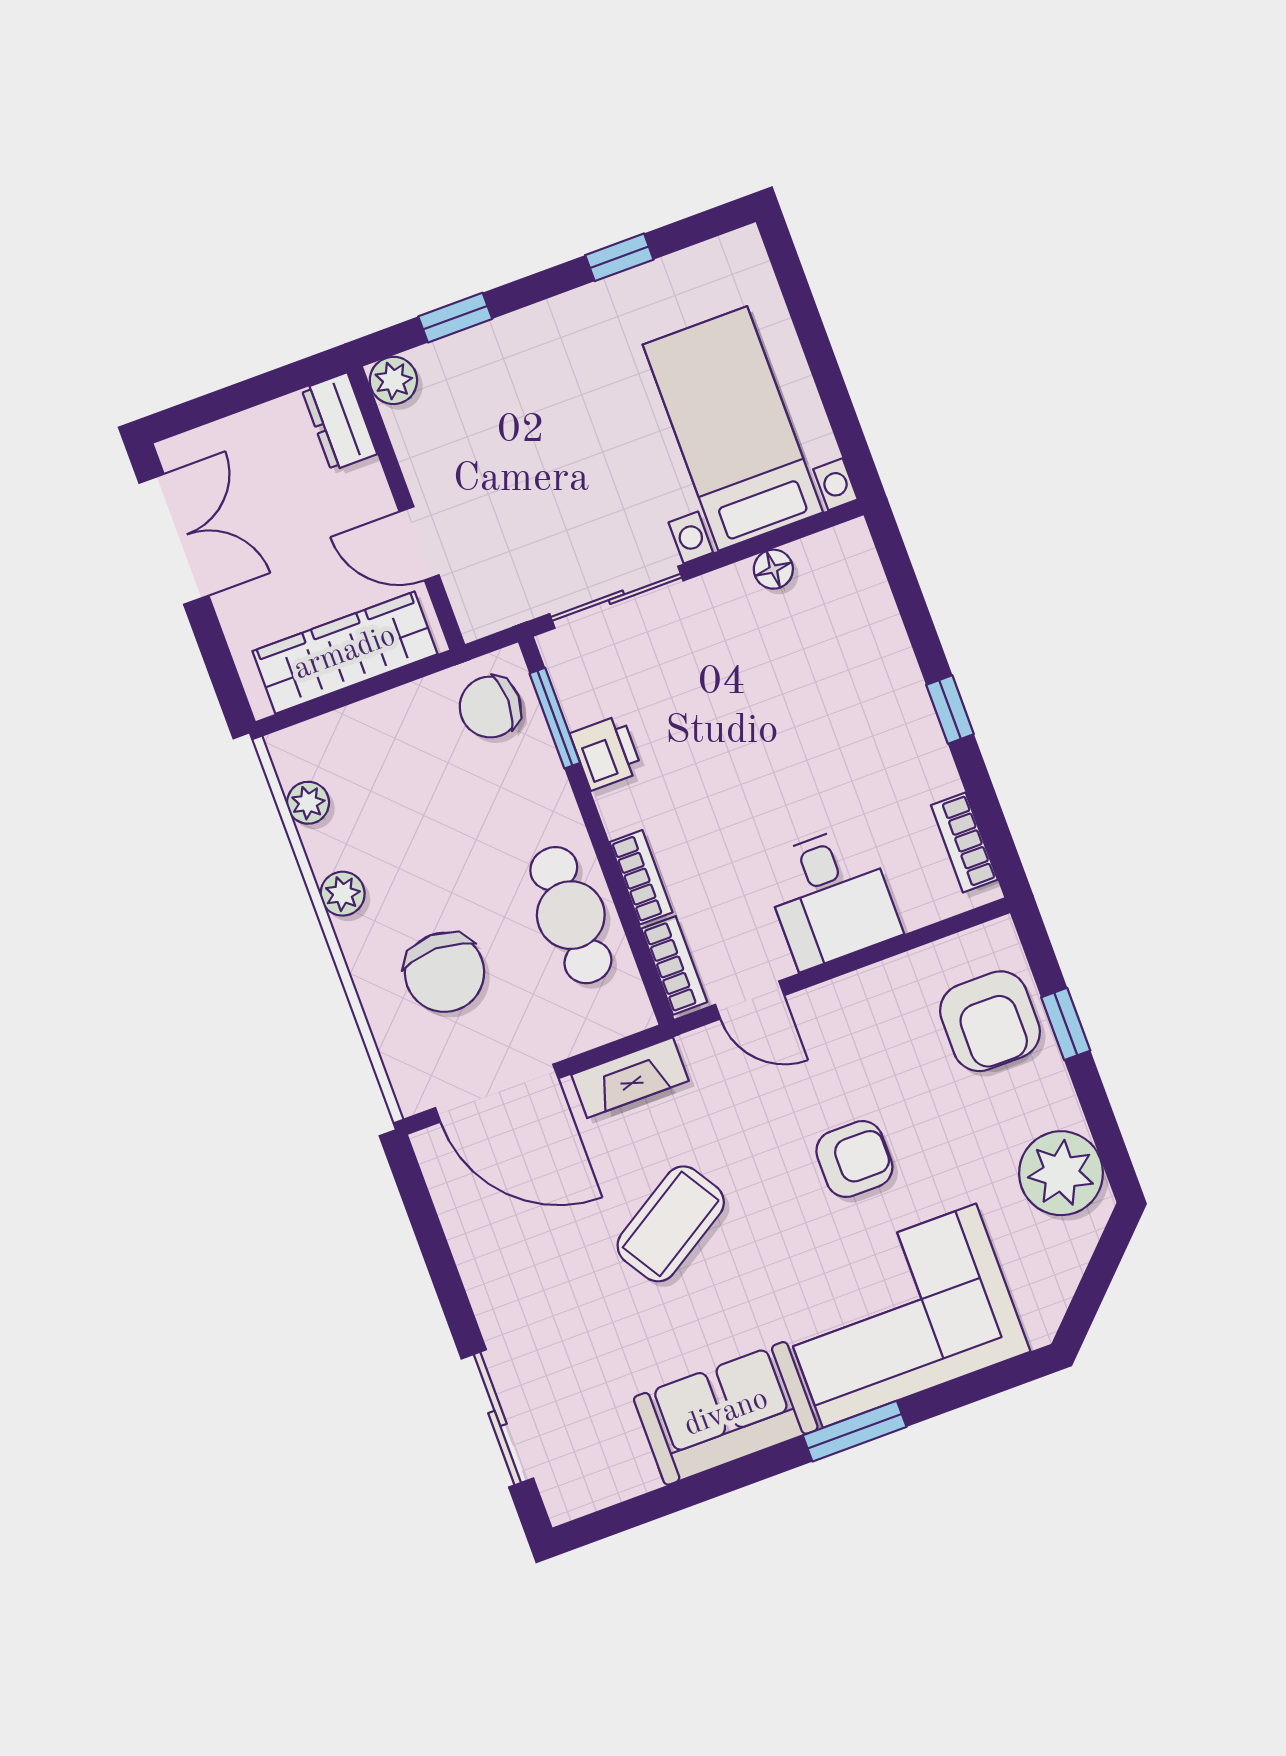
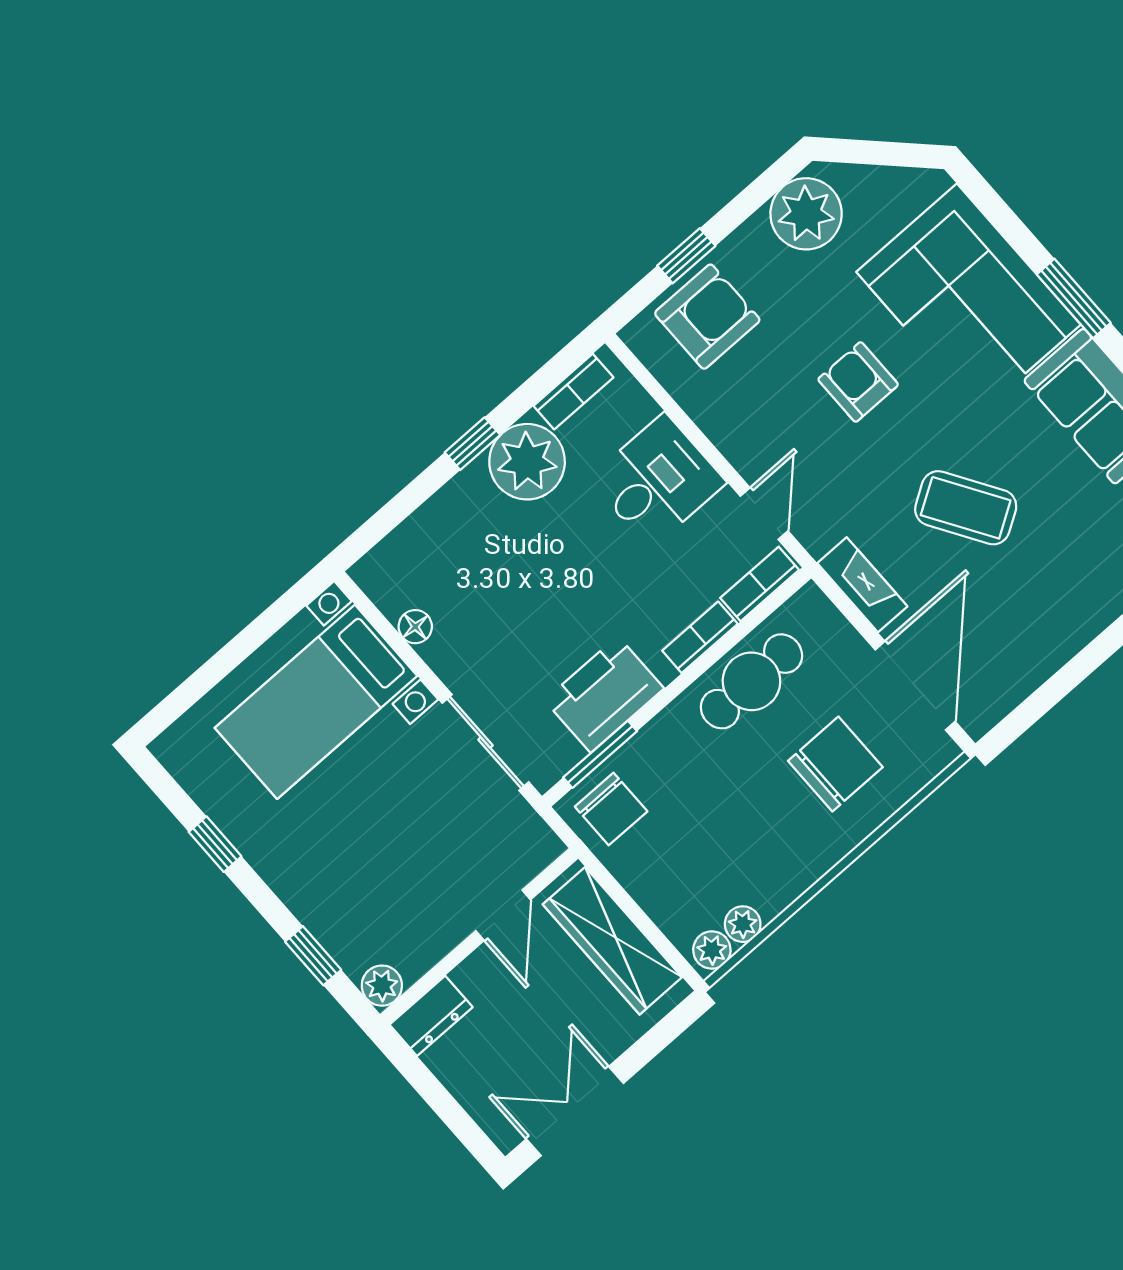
printer: (606, 753) -> (604, 694), width x1.87, depth x1.48
plant: (907, 762) -> (527, 462), added
plant: (343, 894) -> (712, 950), moved

